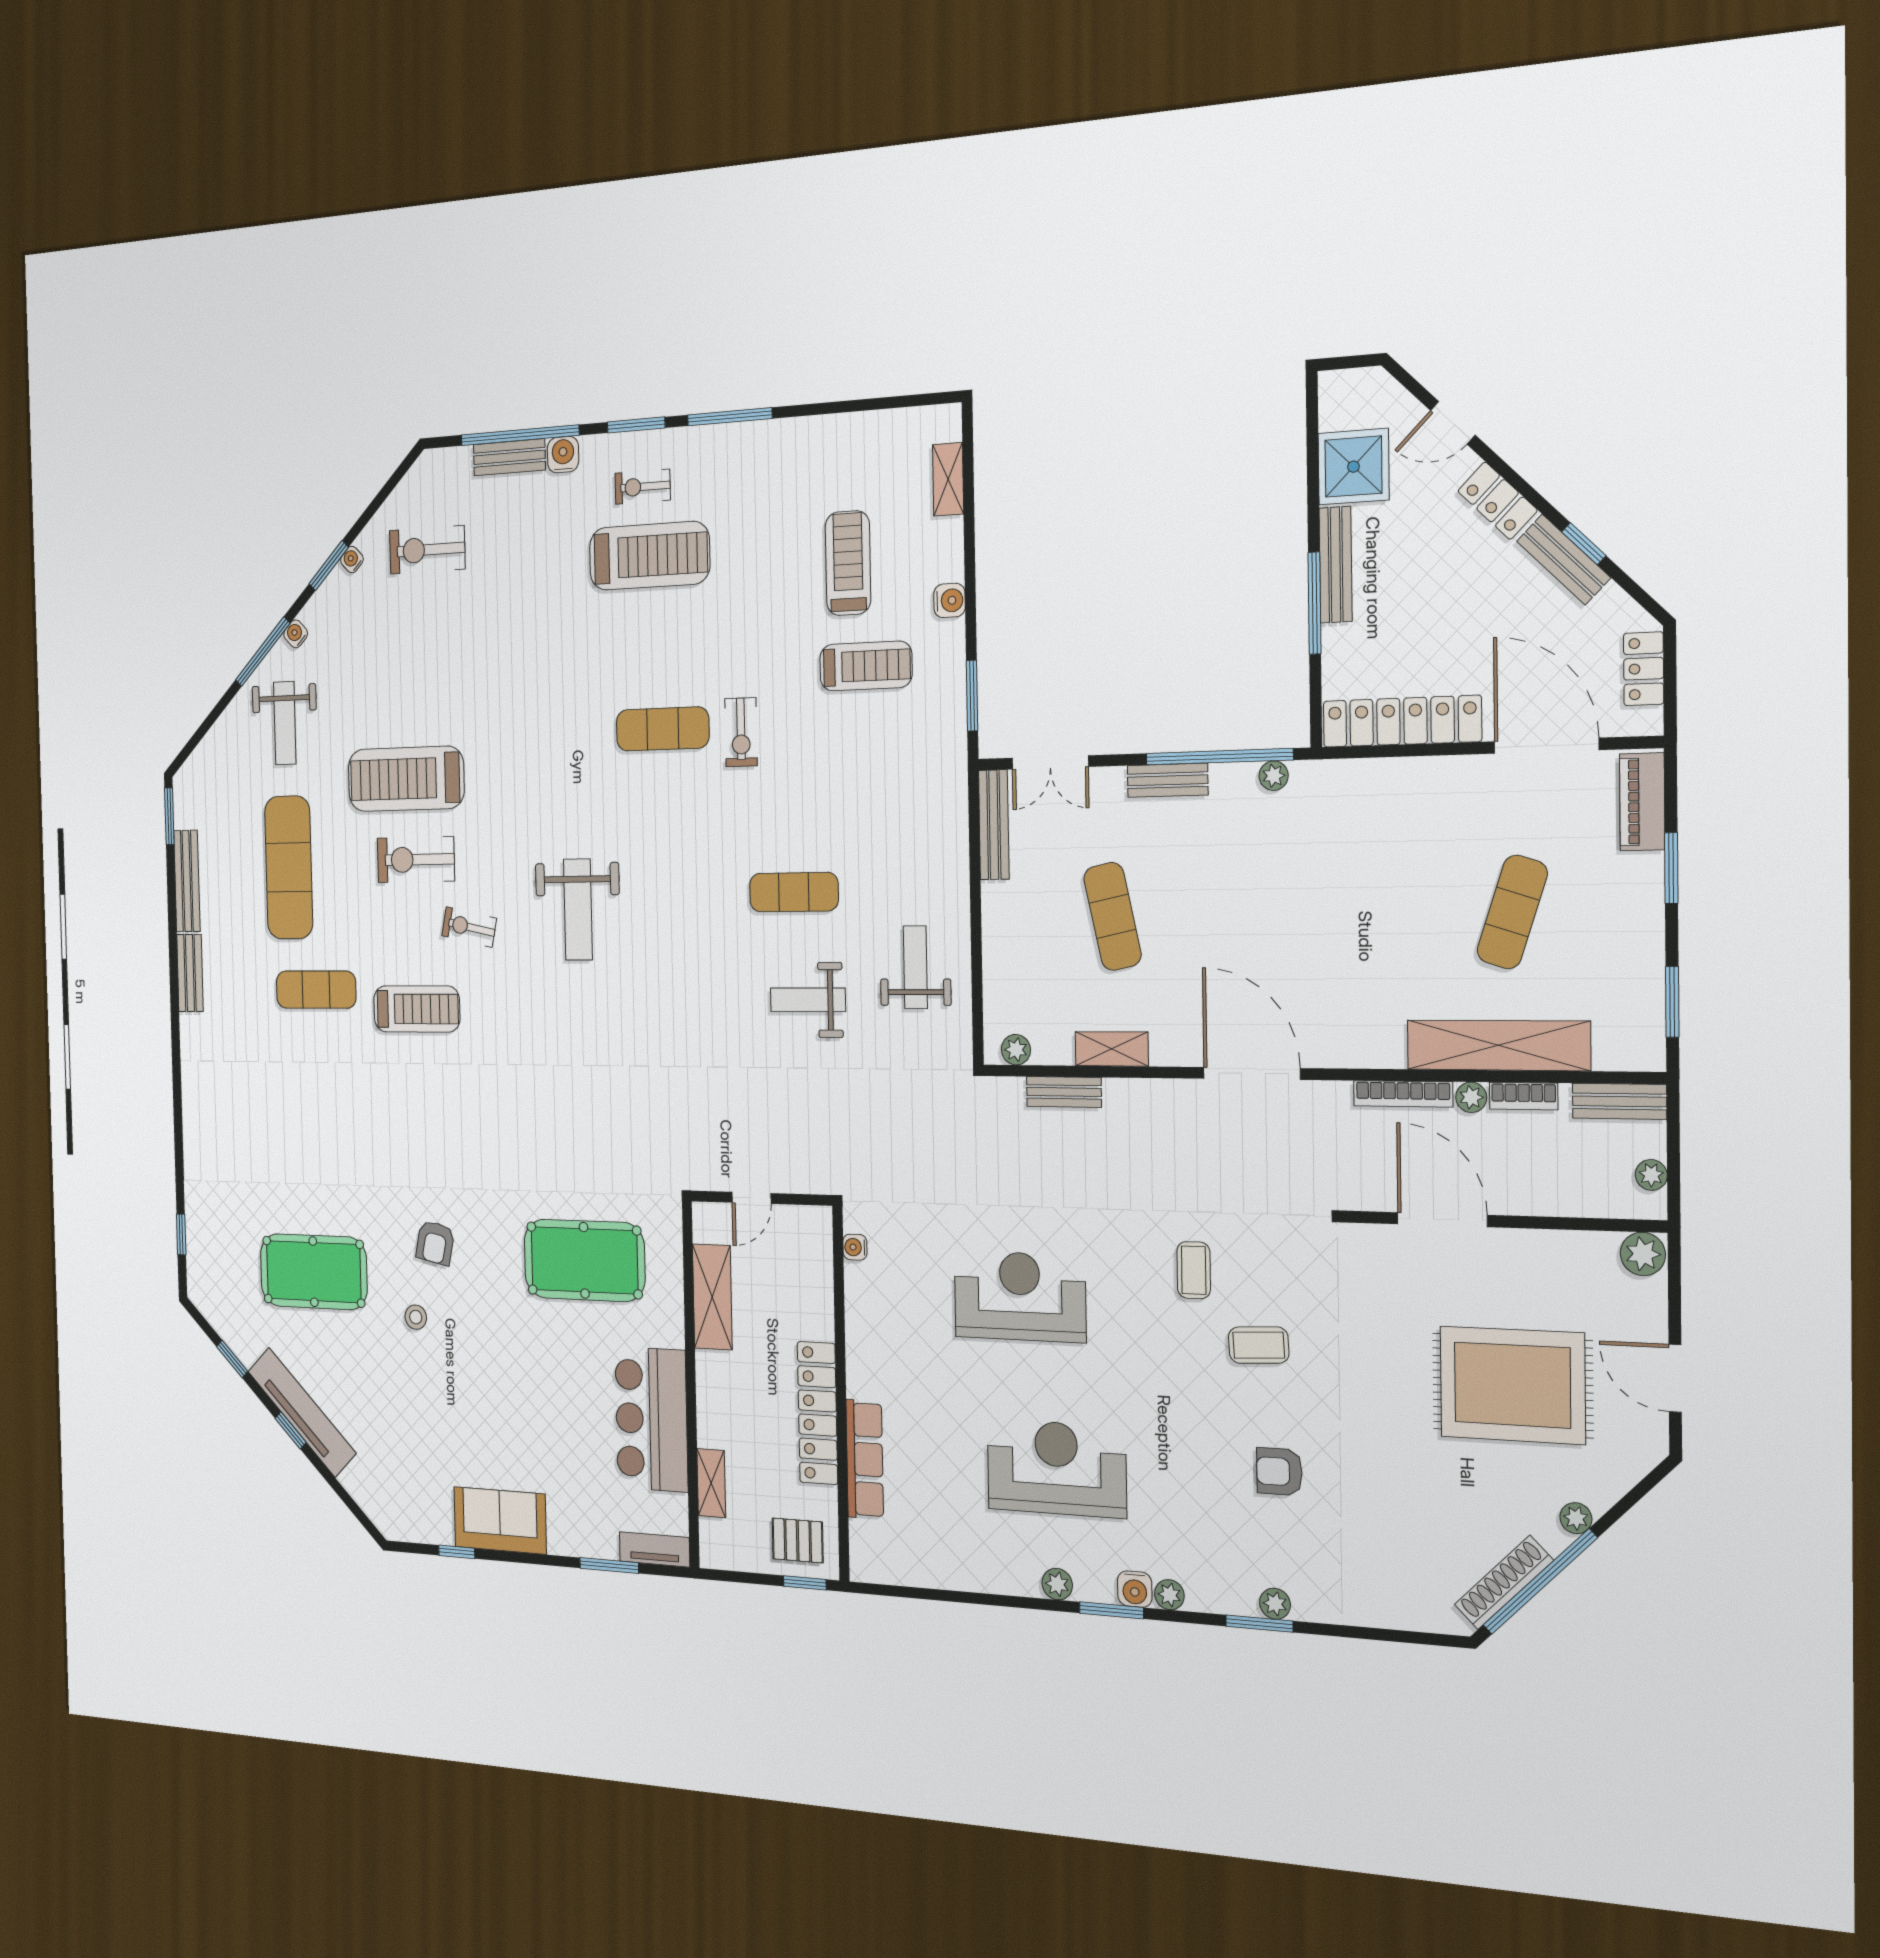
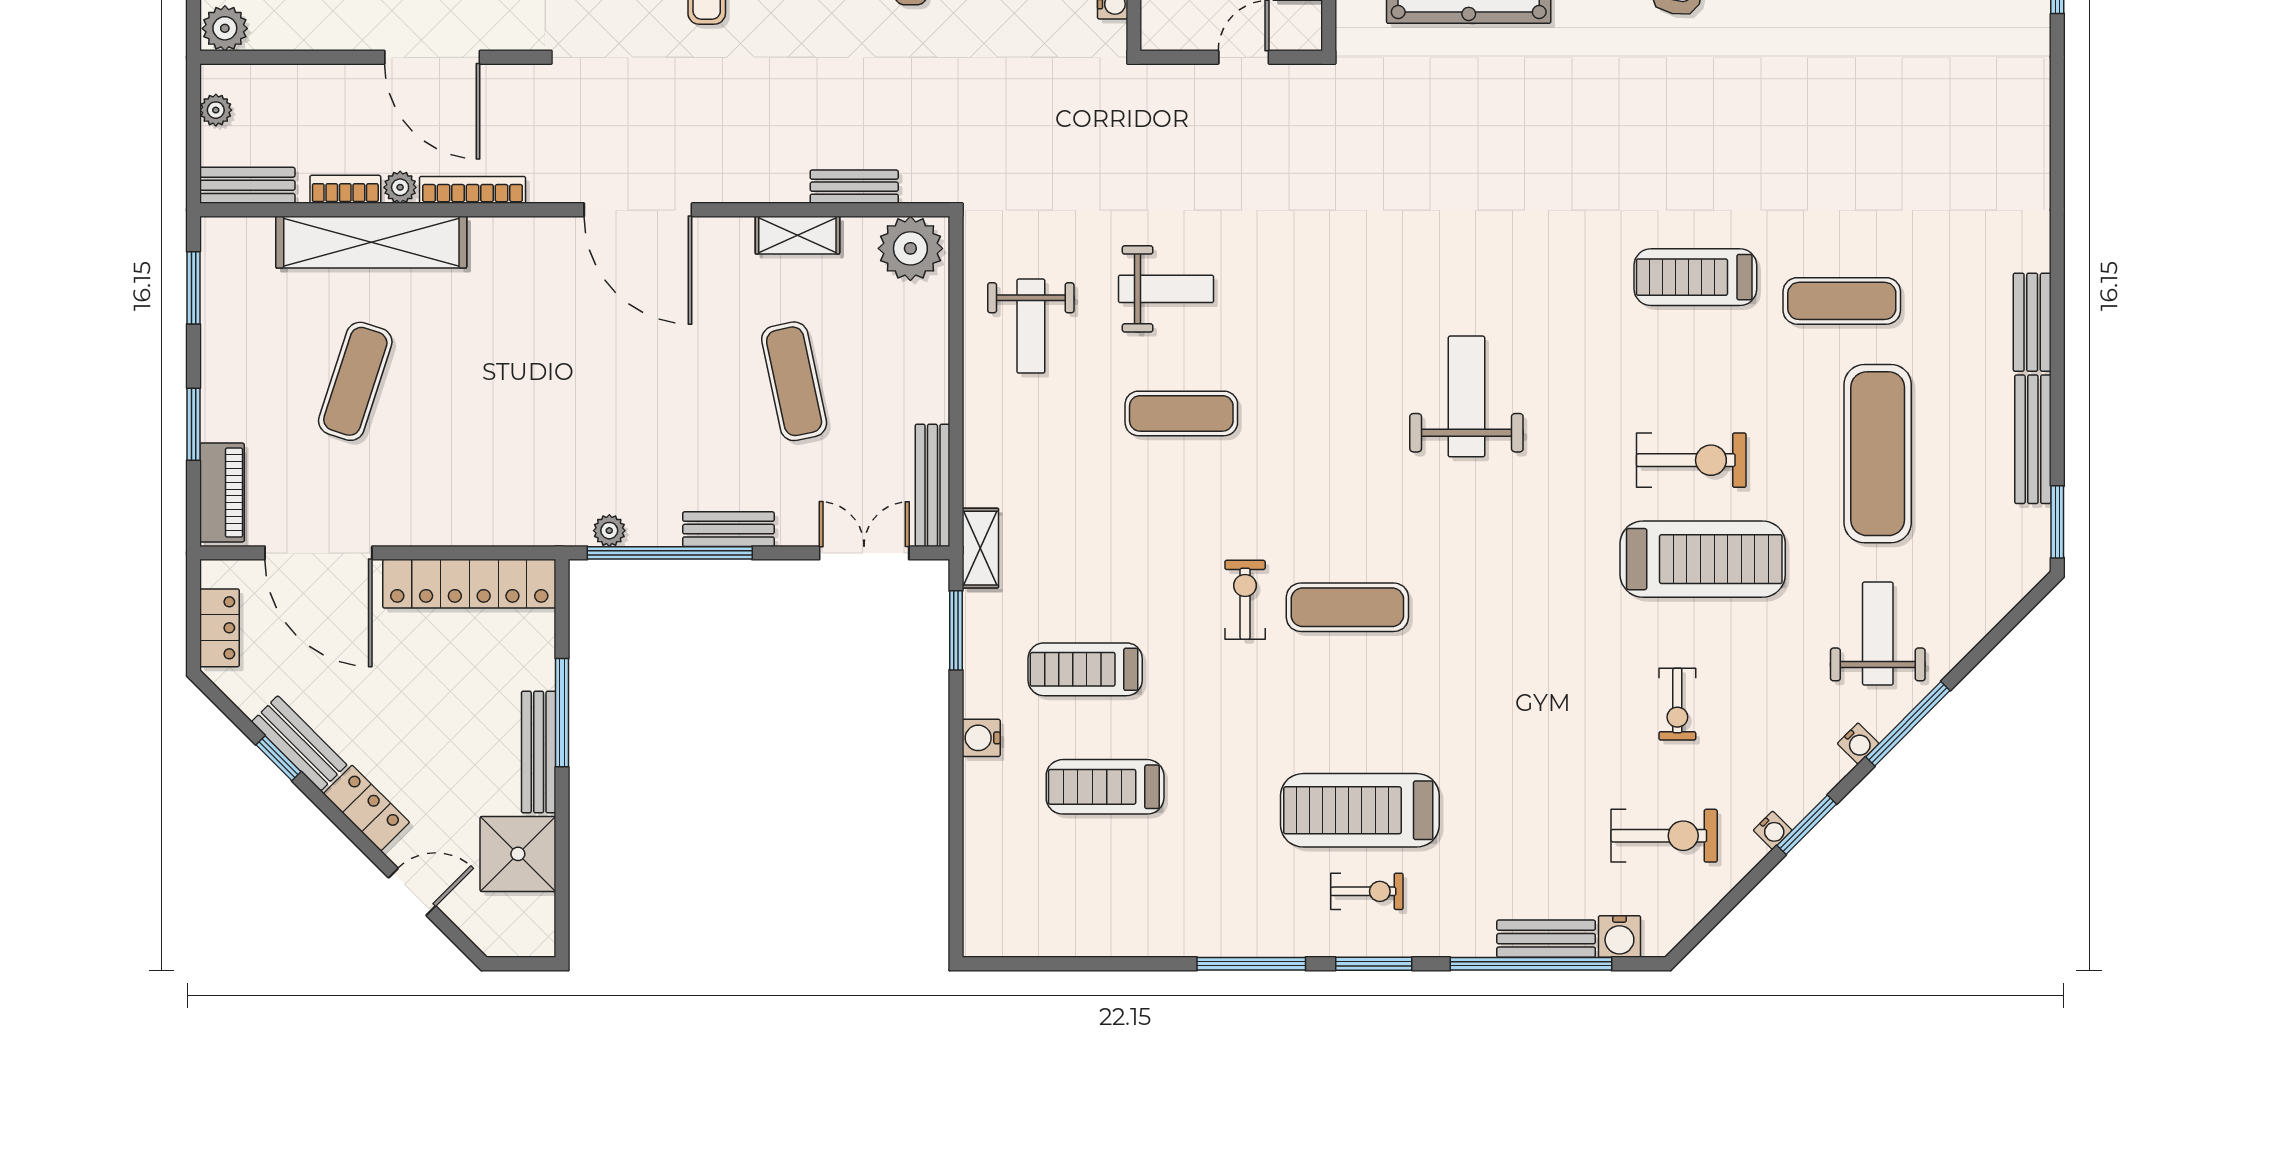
water cooler: (563, 455) -> (1619, 936), moved
shelving: (948, 479) -> (980, 548), moved
treadmill: (848, 563) -> (1105, 787), turned 90
exercise bike: (469, 927) -> (1677, 704), moved, turned 78
plant: (1016, 1050) -> (910, 248), width x1.88, depth x1.88

